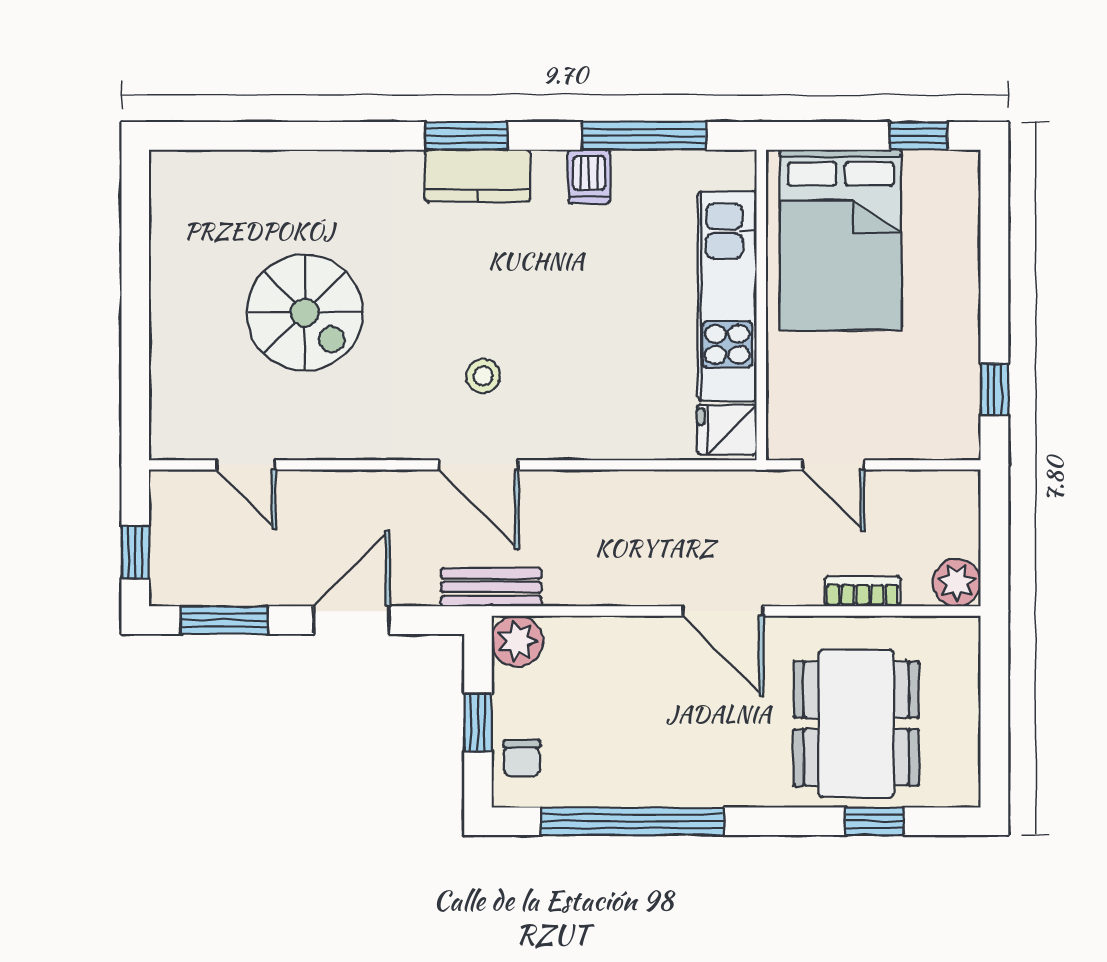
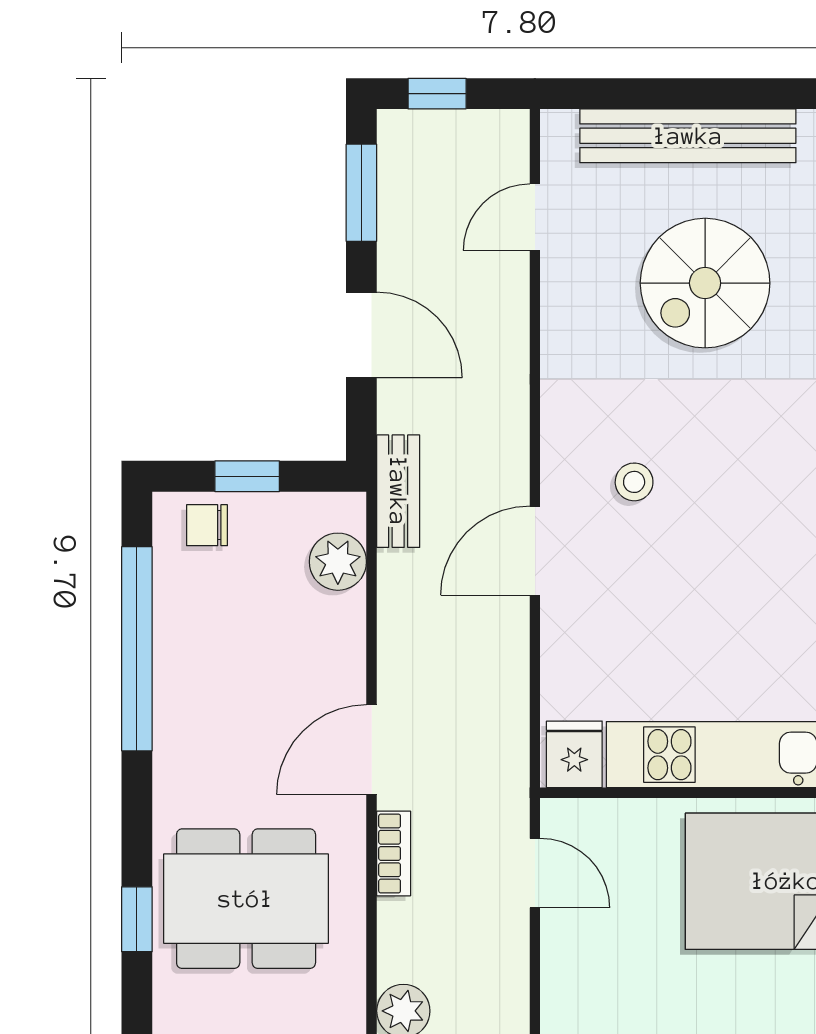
bench: (173, 328) -> (688, 136), added
door: (479, 465) -> (535, 551), moved
door: (833, 465) -> (535, 873), swing flipped
bookcase: (863, 591) -> (394, 853), moved
plant: (517, 641) -> (338, 562), moved

